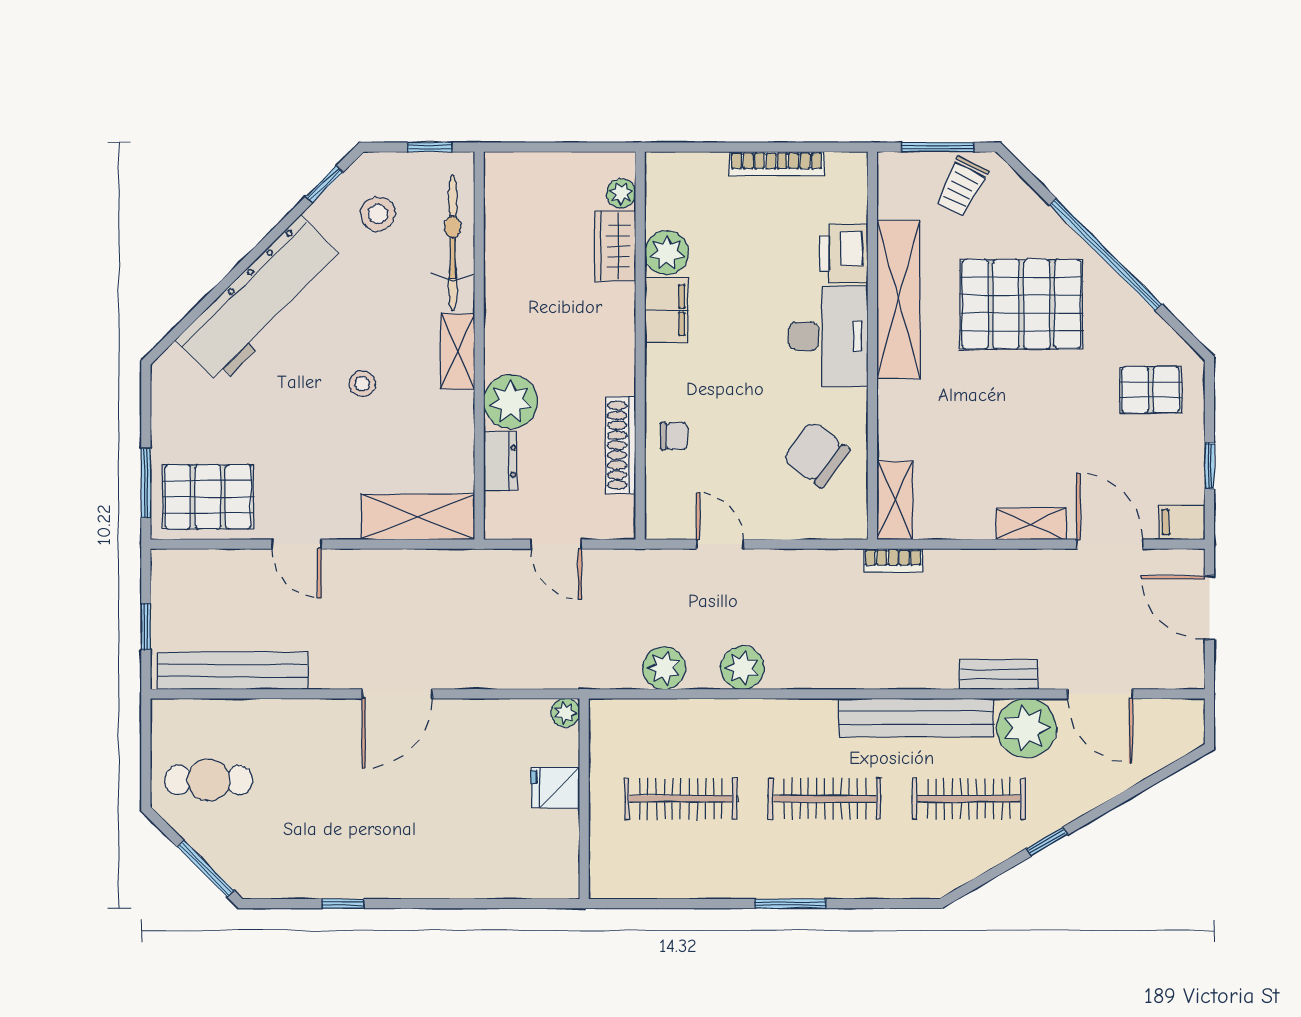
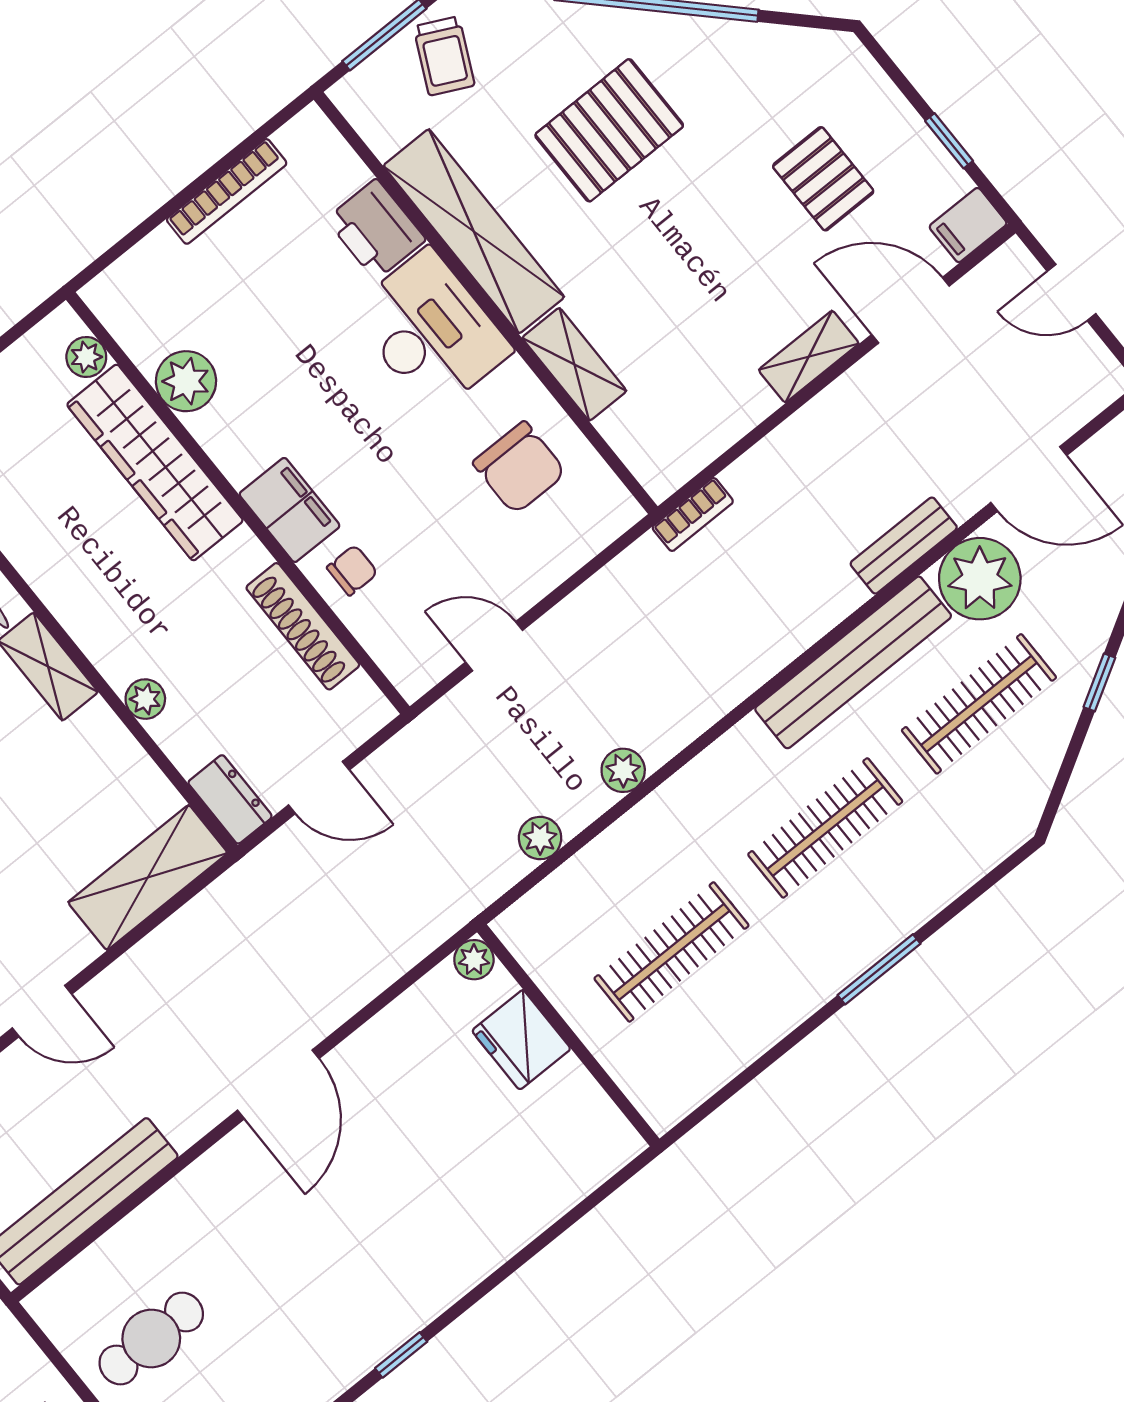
wardrobe: (615, 246) -> (155, 462), width x2.10, depth x1.17
pallet: (1022, 304) -> (609, 130), width x0.73, depth x0.71
filing cabinet: (666, 310) -> (290, 510), moved
pallet: (1151, 390) -> (823, 179), moved, turned 90
plant: (511, 402) -> (145, 699), width x0.53, depth x0.53
chair: (816, 454) -> (519, 468), turned -127
dresser: (500, 461) -> (230, 799), moved
shelving: (895, 500) -> (574, 364), moved
door: (1209, 608) -> (1071, 293), width x0.73
plant: (664, 668) -> (540, 838), width x0.73, depth x0.73
plant: (742, 668) -> (623, 770), width x0.73, depth x0.73
fridge: (555, 788) -> (521, 1040), width x1.38

